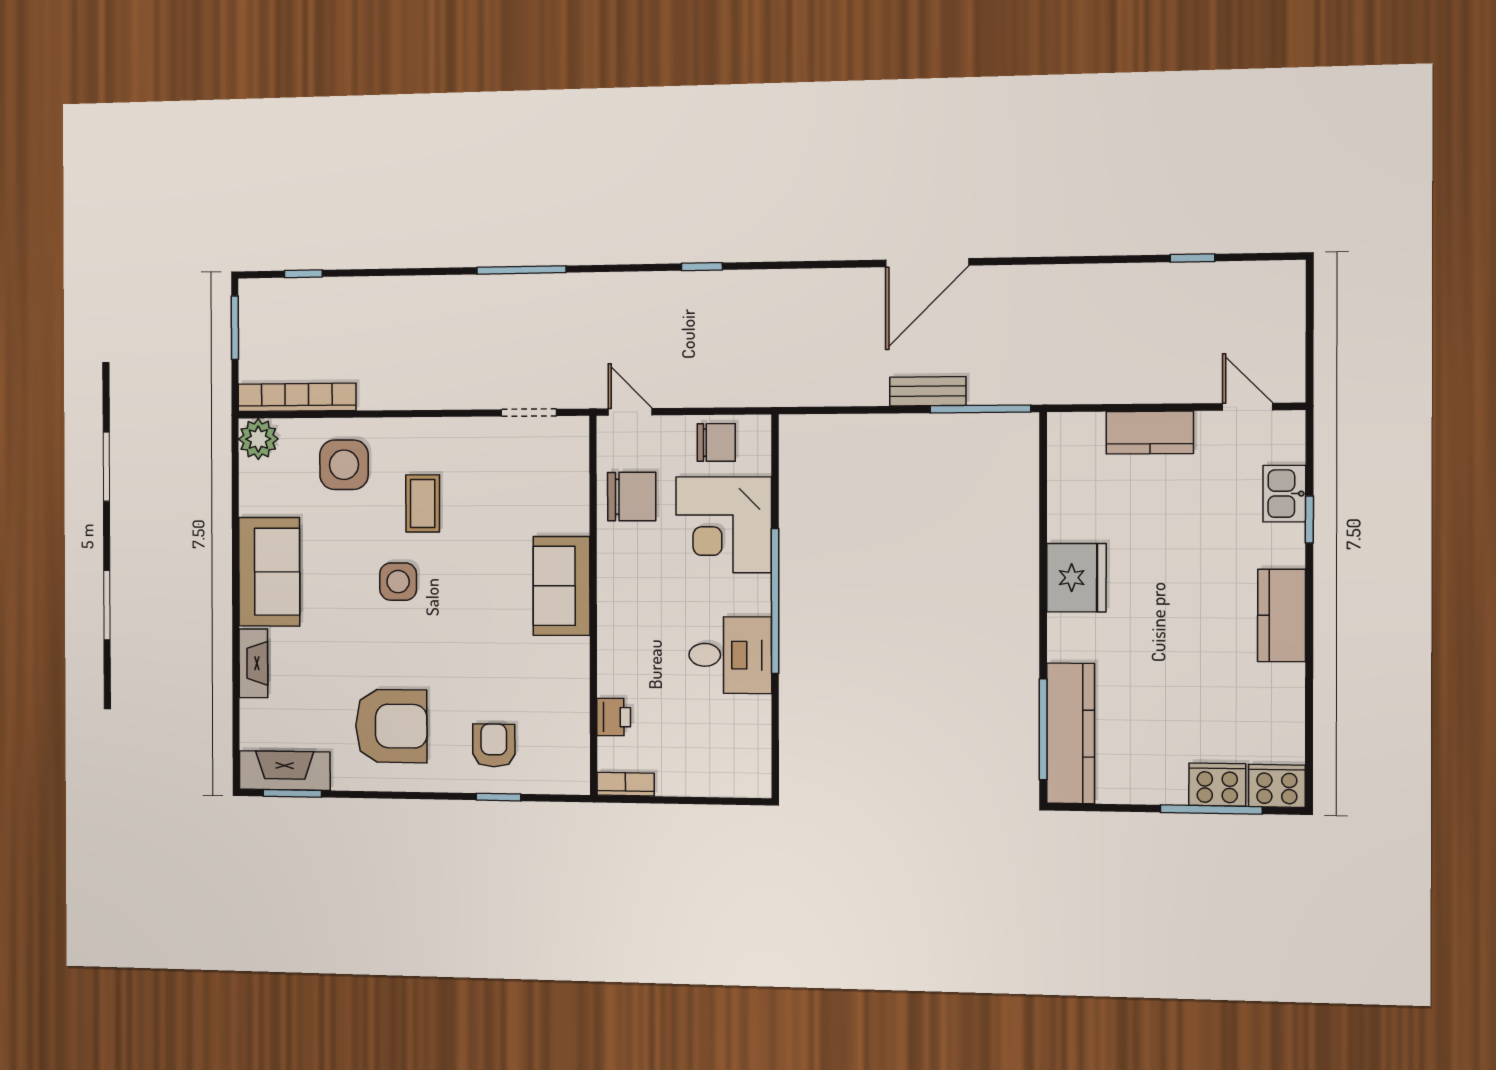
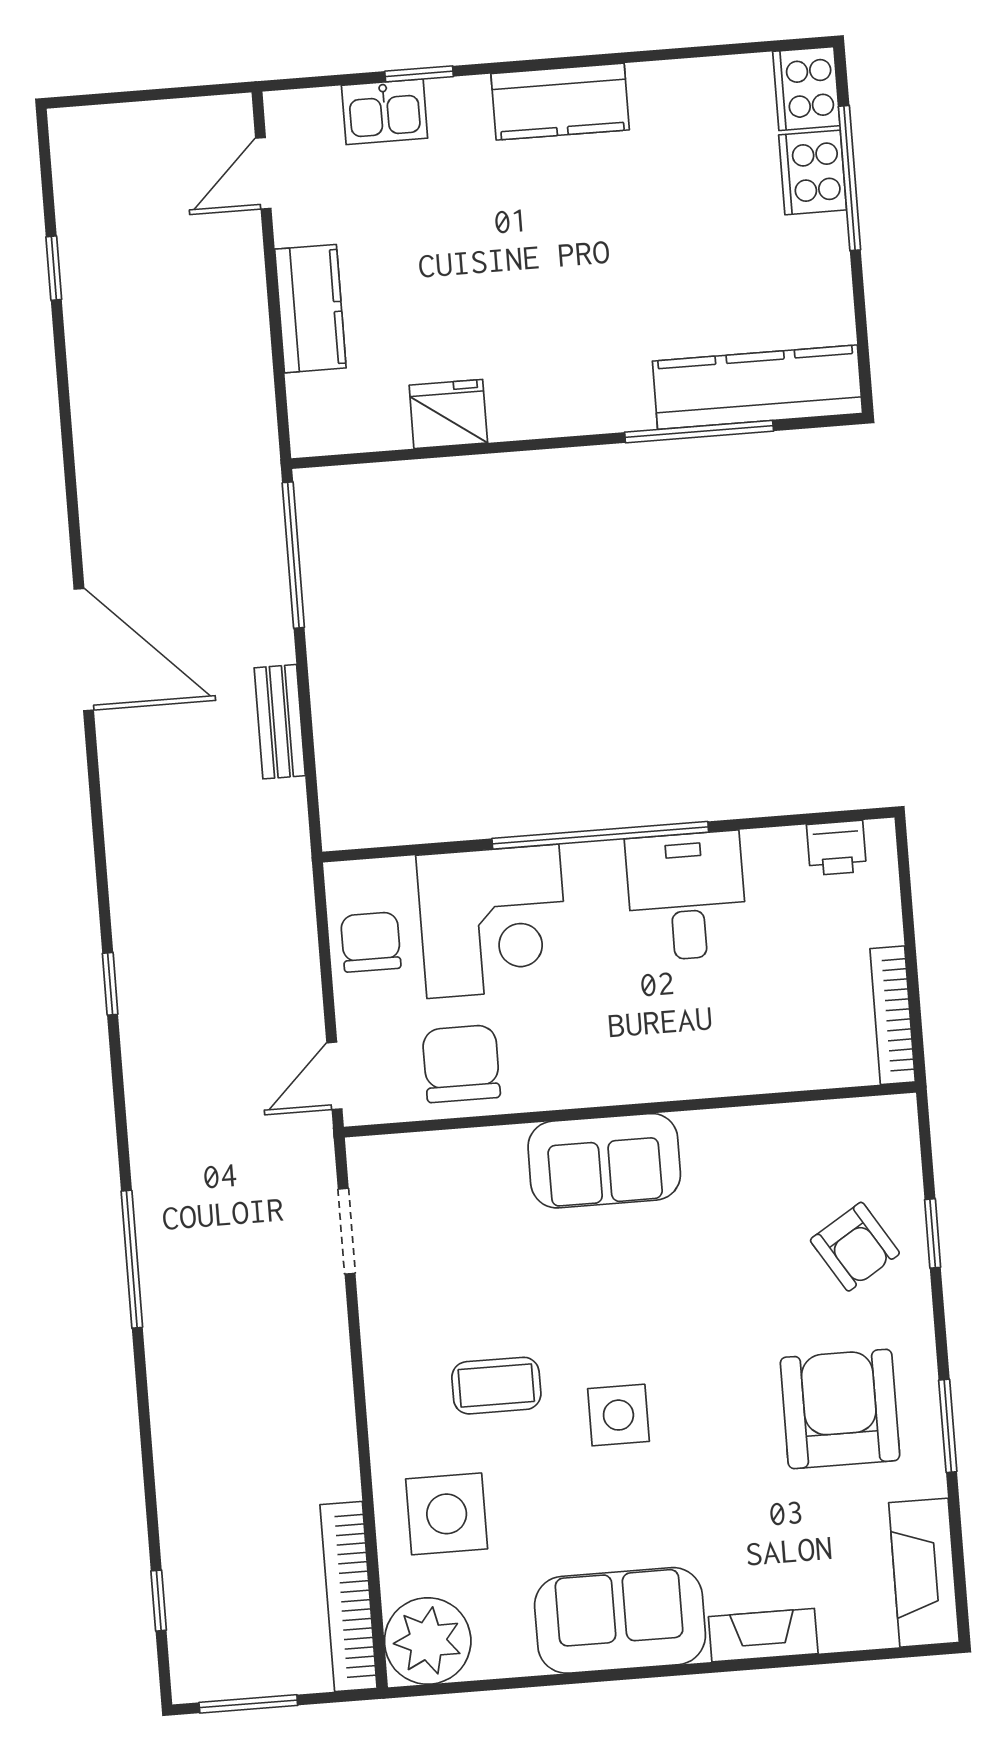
bench: (928, 391) -> (280, 722), moved
plant: (258, 439) -> (428, 1641), width x1.36, depth x1.36
fridge: (1076, 578) -> (448, 414), moved, width x0.73, depth x0.75
printer: (614, 717) -> (836, 848), moved, turned 180
window: (1043, 729) -> (699, 432), moved
armchair: (494, 745) -> (855, 1247), turned -122
bookcase: (626, 784) -> (893, 1015), width x1.56
window: (292, 793) -> (948, 1426), moved

